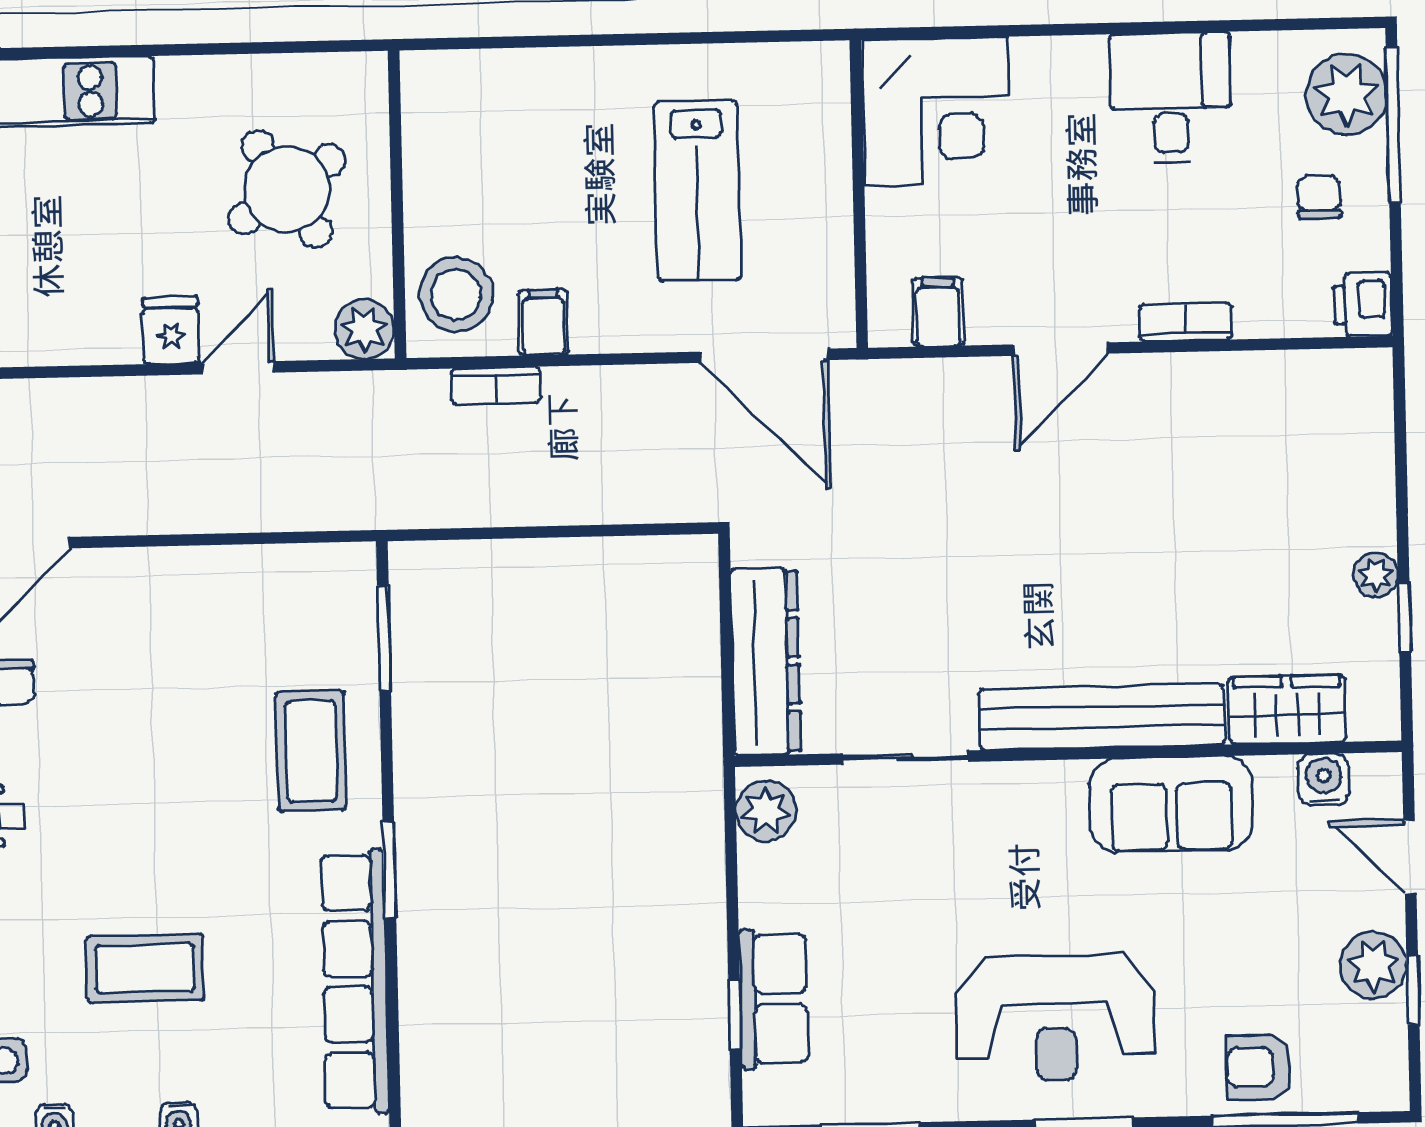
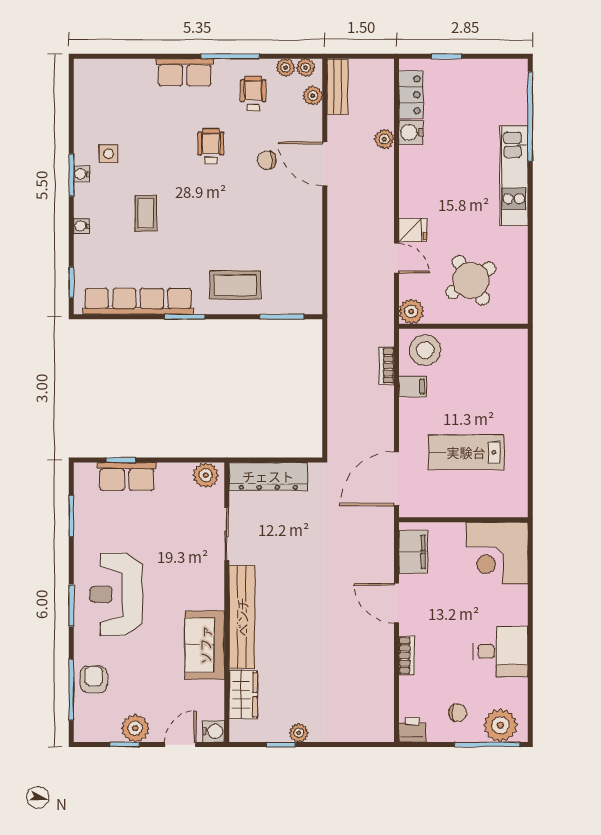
filing cabinet: (938, 312) -> (413, 552), width x2.00
water cooler: (1324, 780) -> (213, 731), moved
coffee table: (145, 968) -> (146, 213), width x0.73, depth x0.77

